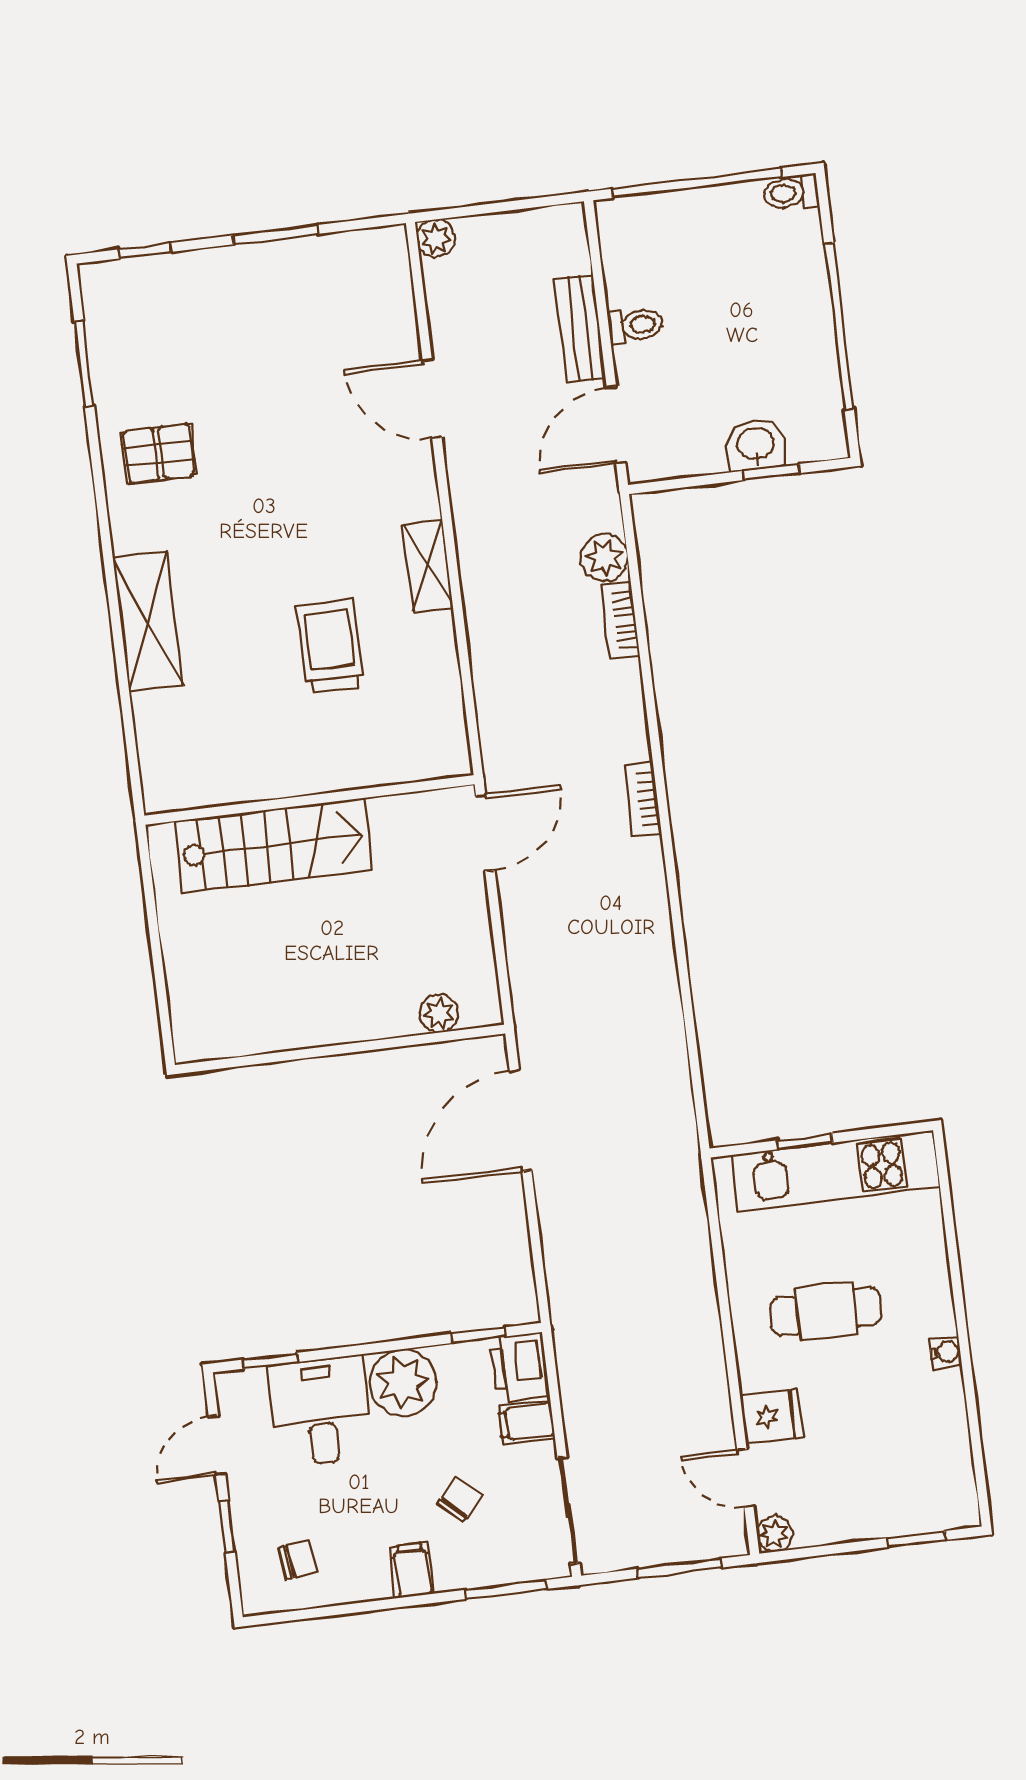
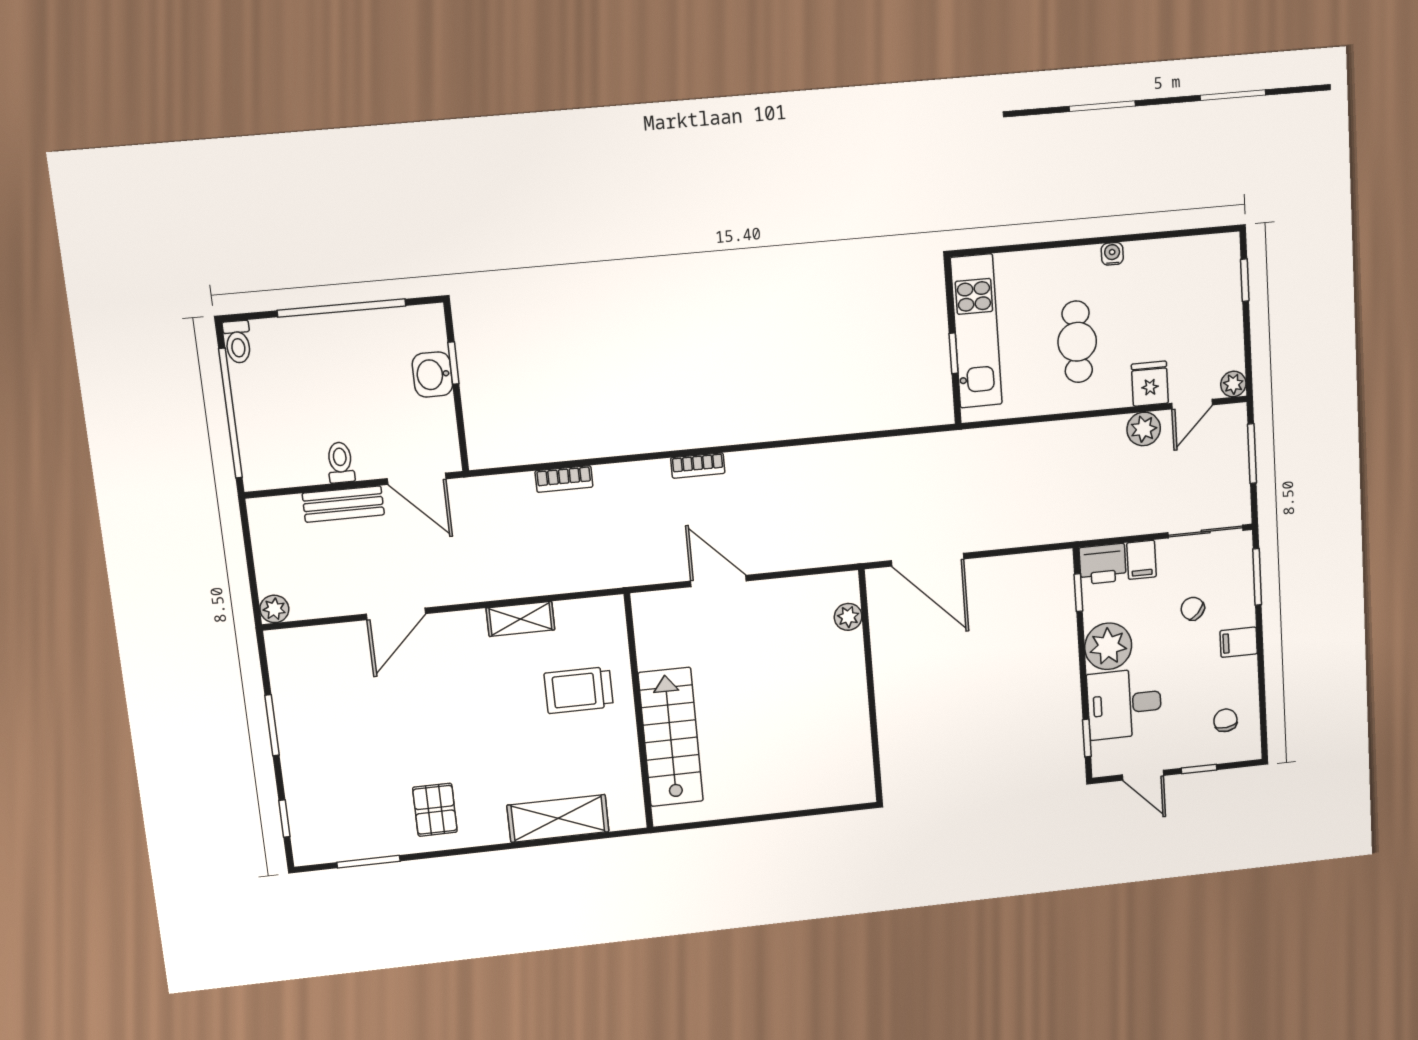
plant: (604, 558) -> (1144, 429), moved
wall: (310, 800) -> (639, 712), moved
stairs: (274, 845) -> (671, 737), moved

